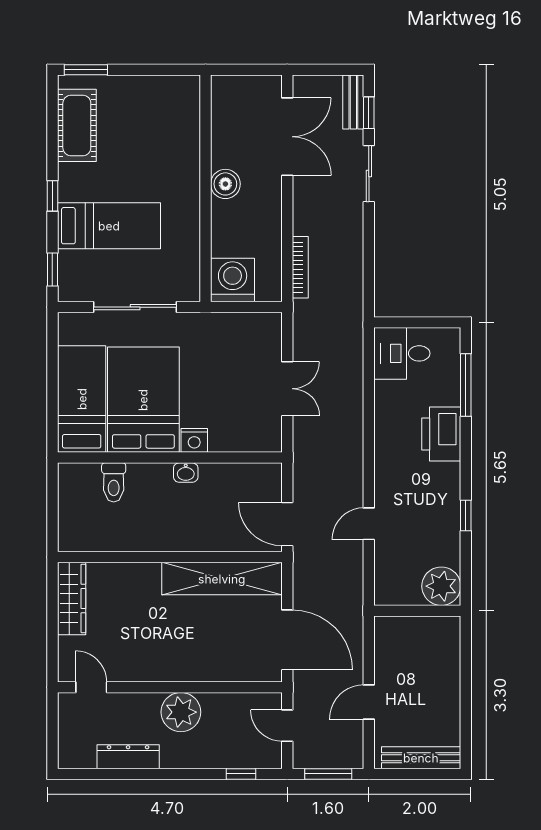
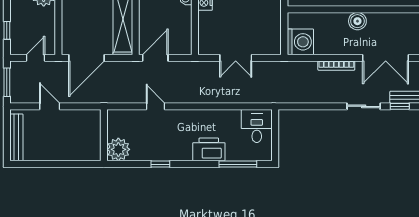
bookcase: (300, 267) -> (336, 66), moved
washing machine: (233, 280) -> (300, 42), moved

